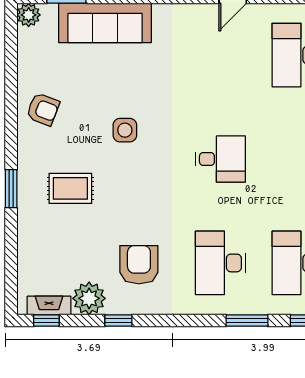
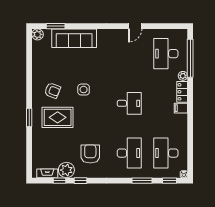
armchair: (43, 109) -> (52, 90), moved
rug: (70, 188) -> (58, 117), width x1.36, depth x1.43
desk: (220, 263) -> (129, 153), turned 180
window: (46, 320) -> (60, 181), moved

